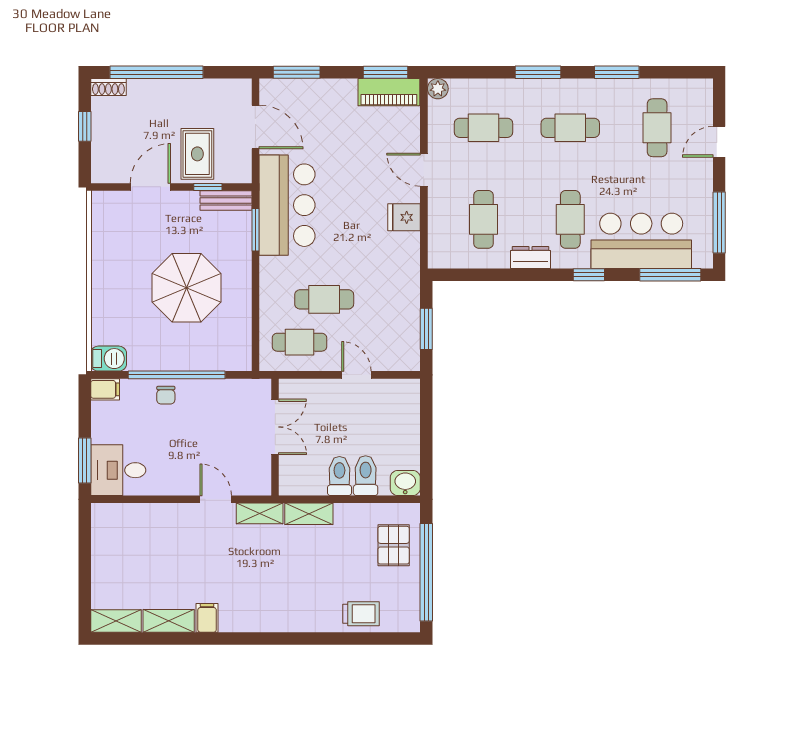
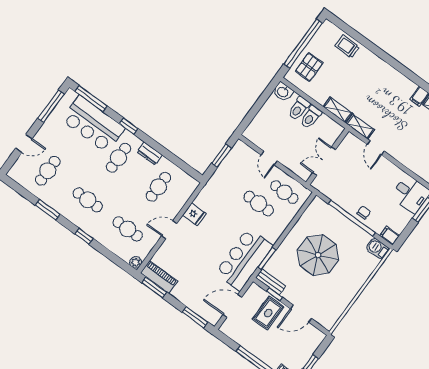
window: (538, 72) -> (84, 236), width x0.67
door: (255, 127) -> (232, 306), hinge flipped
door: (424, 170) -> (169, 230), swing flipped

